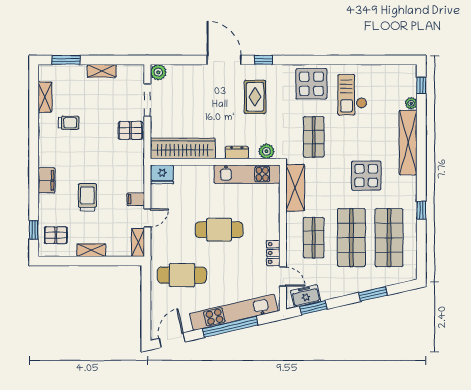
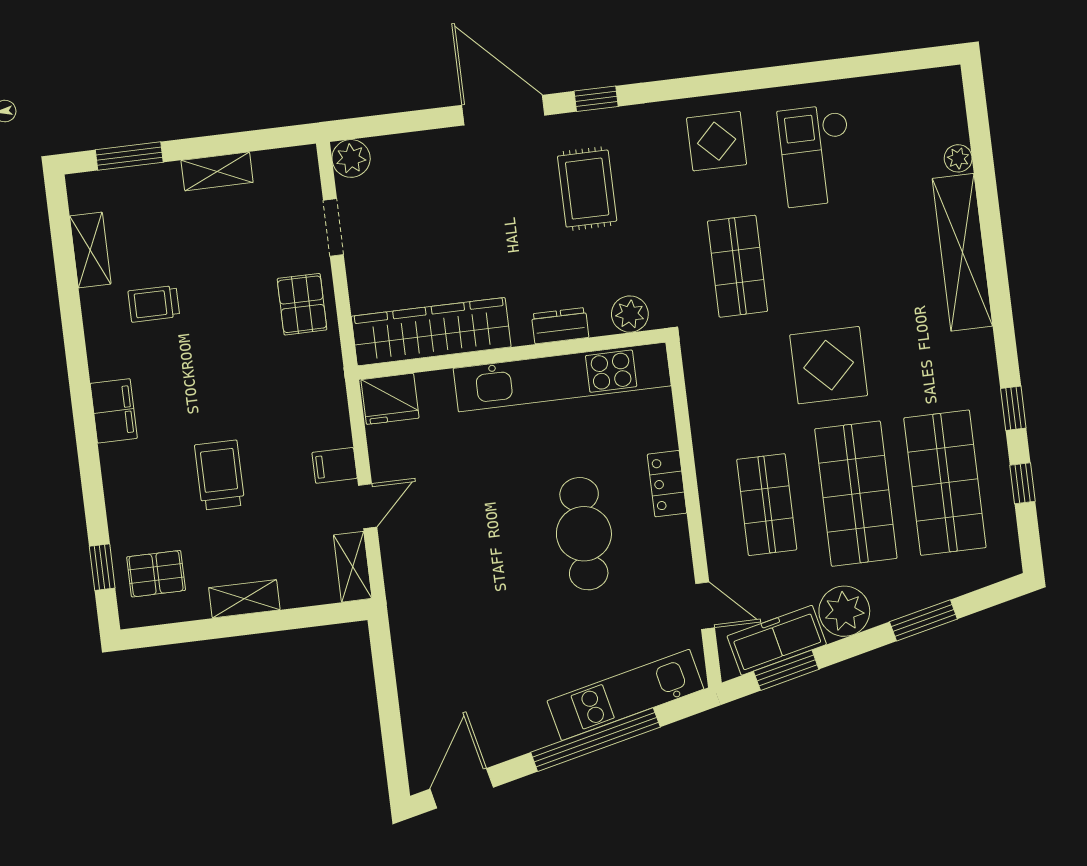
display table: (311, 84) -> (717, 141), width x0.73, depth x0.73
window: (421, 86) -> (1022, 483), moved
doorway: (147, 100) -> (333, 228), width x0.73
trolley: (69, 123) -> (154, 304), turned 180
pallet: (130, 130) -> (302, 304), turned 90
kitchen unit: (247, 174) -> (562, 377), width x1.36
display table: (366, 176) -> (829, 365), moved
filing cabinet: (47, 180) -> (114, 411), moved
shelving: (295, 188) -> (708, 392), removed
cafe table: (219, 230) -> (584, 534), moved, turned 90
locker: (273, 253) -> (667, 484), moved
cafe table: (182, 275) -> (466, 631), removed
plant: (341, 286) -> (844, 611), added
freezer: (306, 296) -> (777, 640), width x1.40
kitchen unit: (234, 312) -> (625, 695), width x0.73

